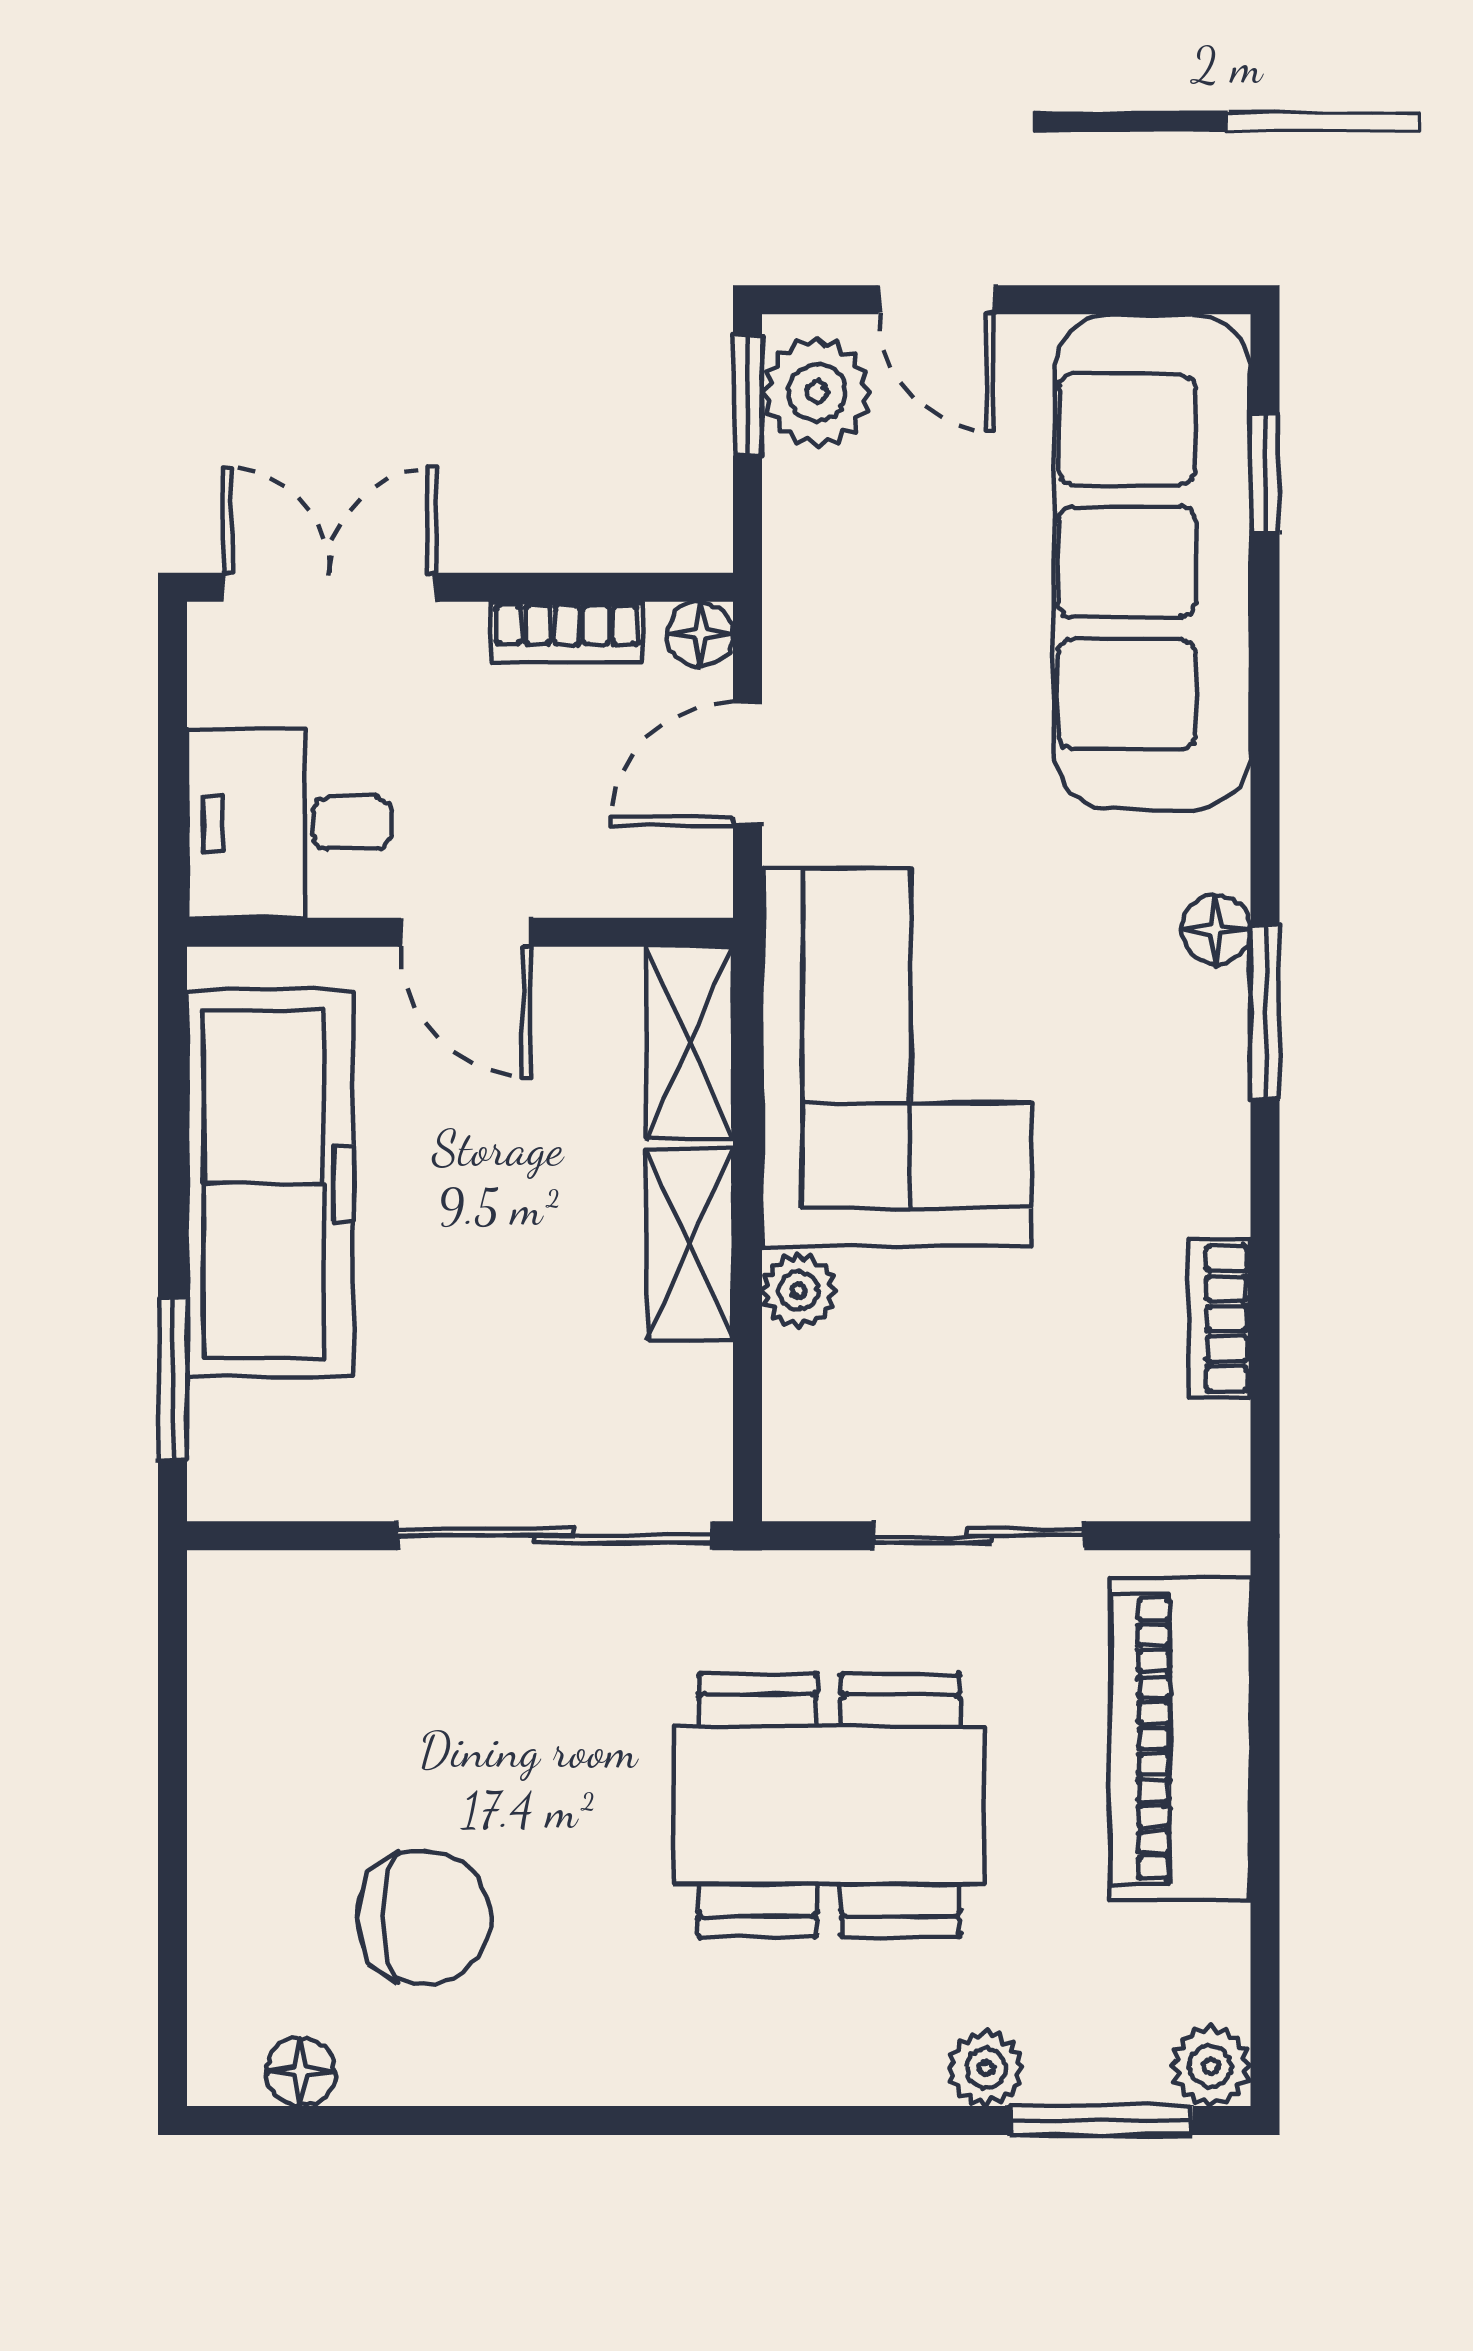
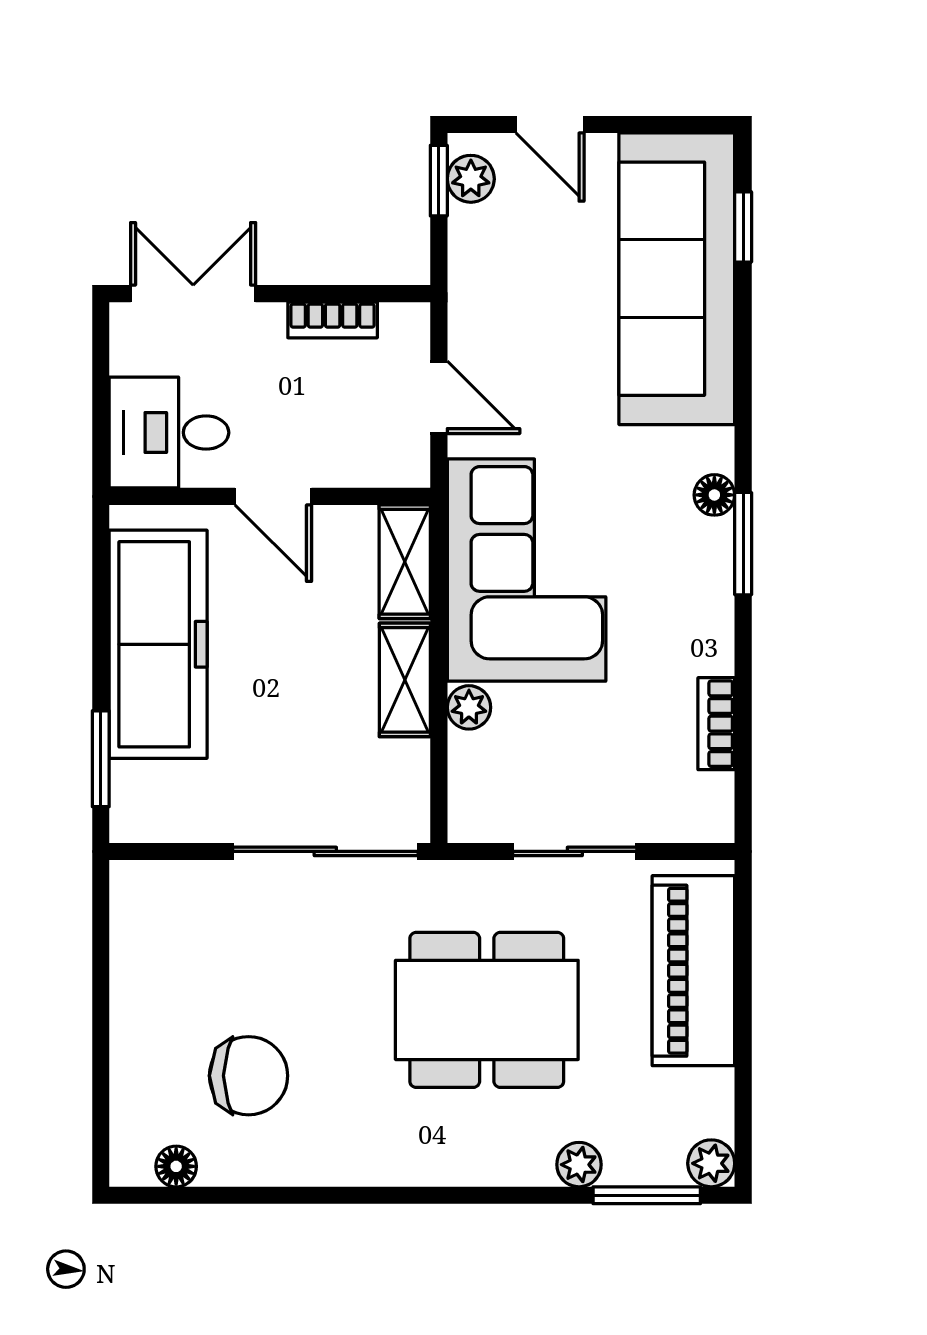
plant: (817, 392) -> (471, 179), width x0.73, depth x0.73
floor lamp: (700, 634) -> (411, 321), removed
door: (748, 764) -> (439, 397), swing flipped

